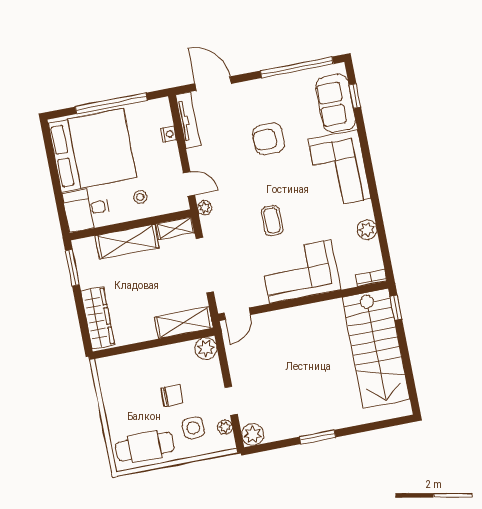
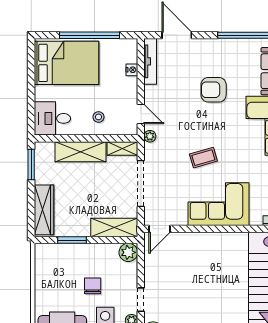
bed: (92, 150) -> (66, 63), width x0.73
coffee table: (272, 221) -> (203, 158), turned 74
window: (137, 347) -> (72, 240), added
chair: (172, 396) -> (93, 286), turned -90

